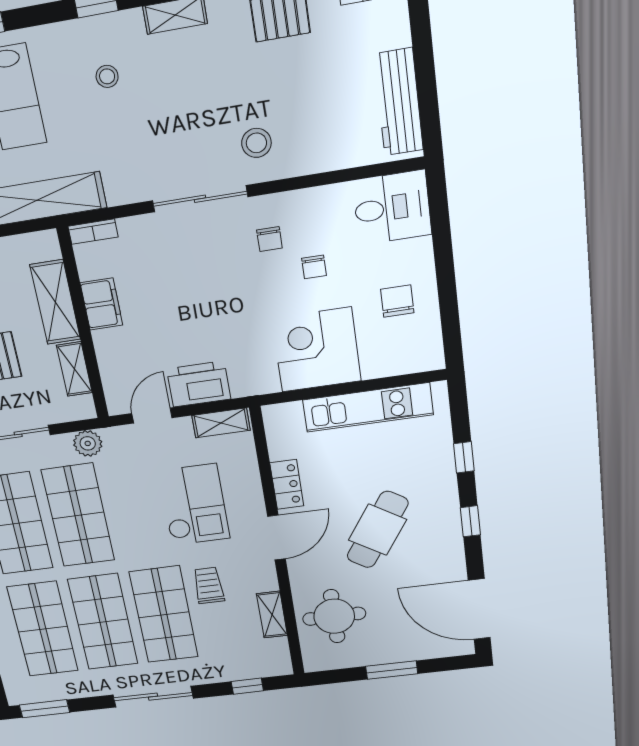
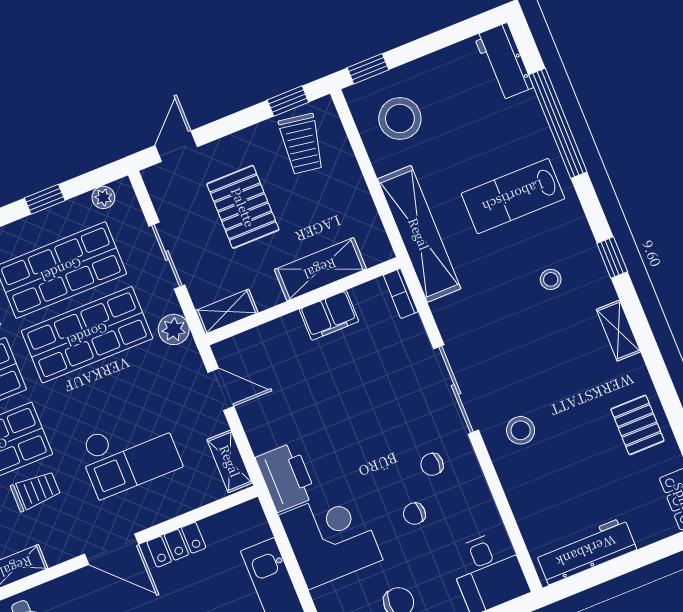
shelving: (74, 369) -> (227, 312), moved
printer: (199, 384) -> (286, 477), moved

